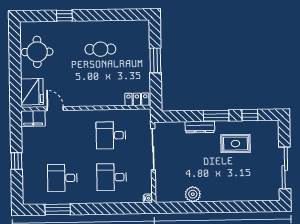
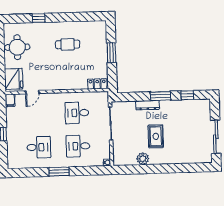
door: (55, 109) -> (32, 92), swing flipped
filing cabinet: (33, 118) -> (10, 100), width x0.50
rug: (235, 144) -> (156, 136), moved, turned 90
desk: (62, 178) -> (39, 147), turned 180
window: (58, 209) -> (59, 172), moved

